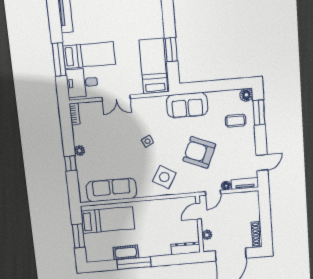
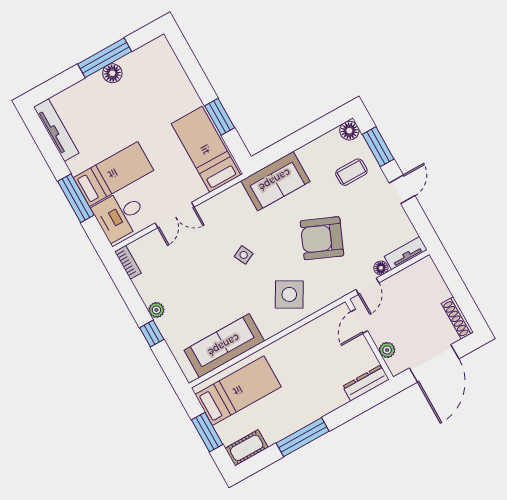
door: (262, 163) -> (402, 189), moved
cot: (126, 253) -> (247, 448), moved

